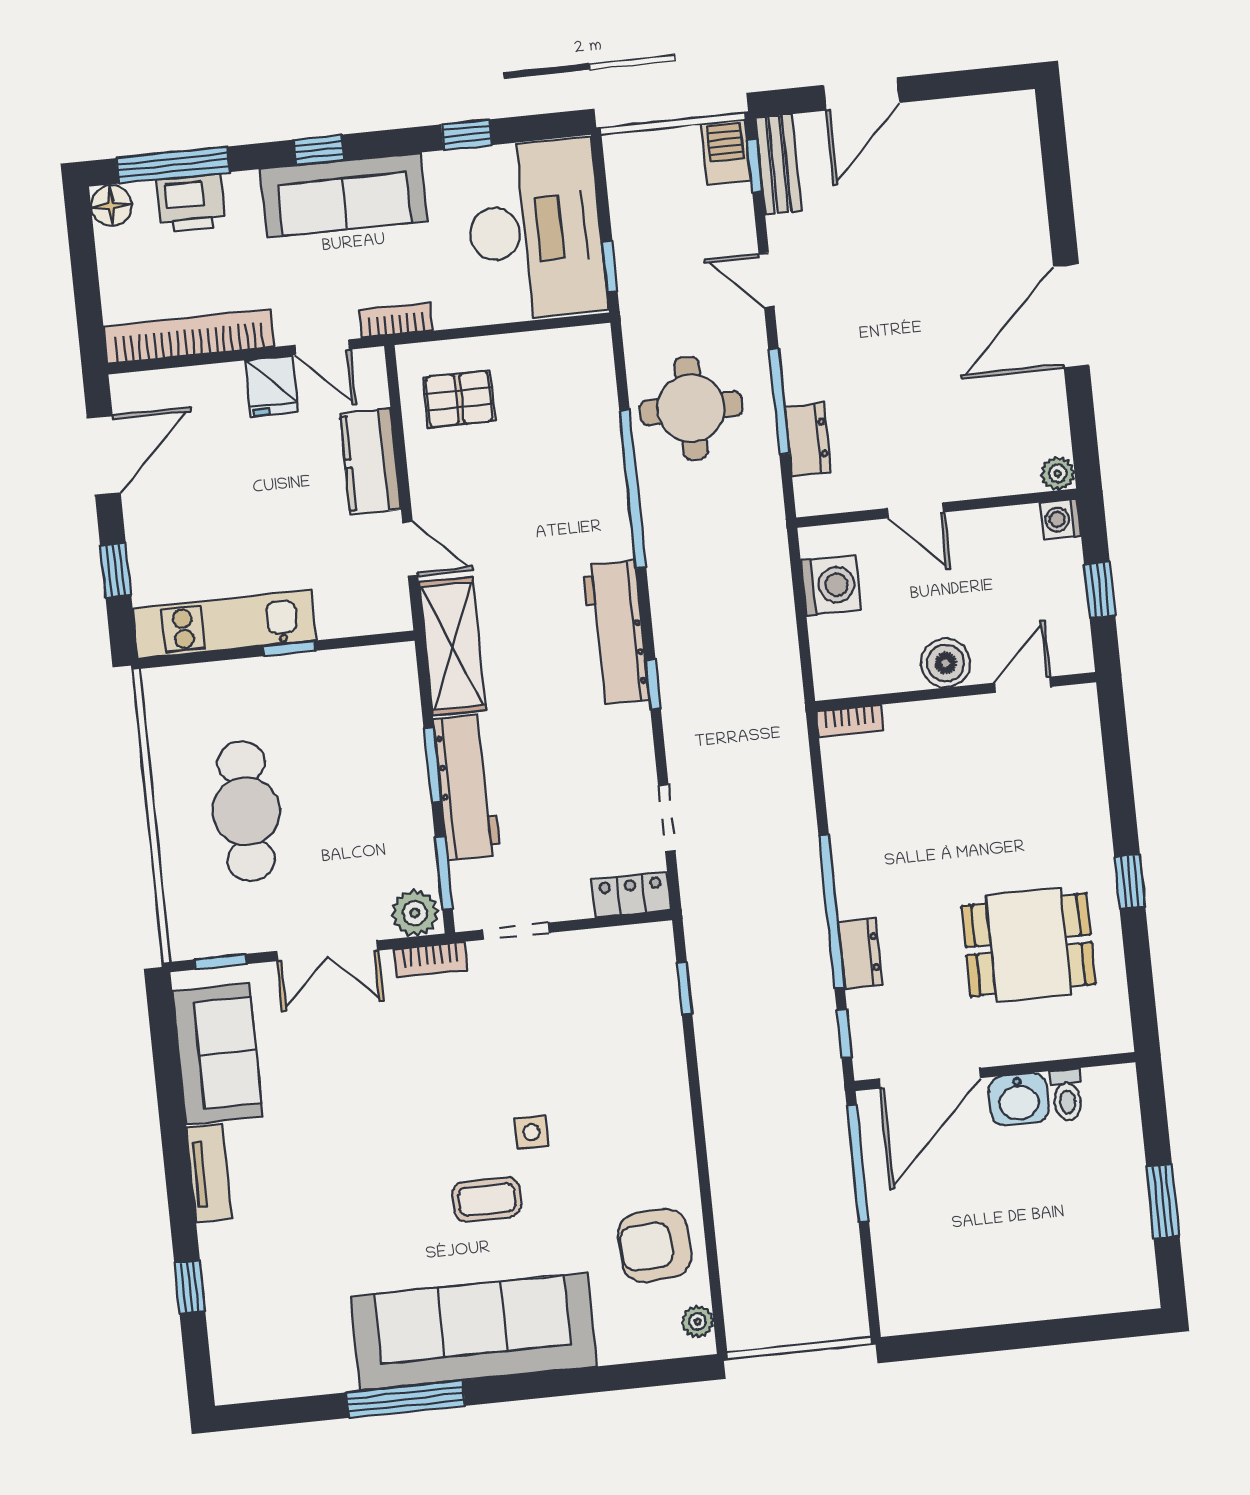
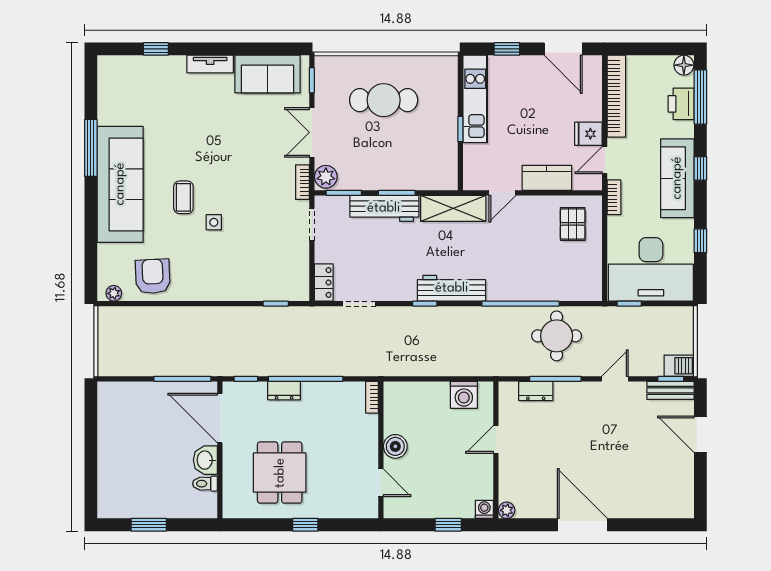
boiler: (946, 663) -> (395, 446), moved
door: (1023, 685) -> (381, 483), moved
wall: (956, 692) -> (381, 450), moved
bookcase: (850, 721) -> (372, 397), moved

